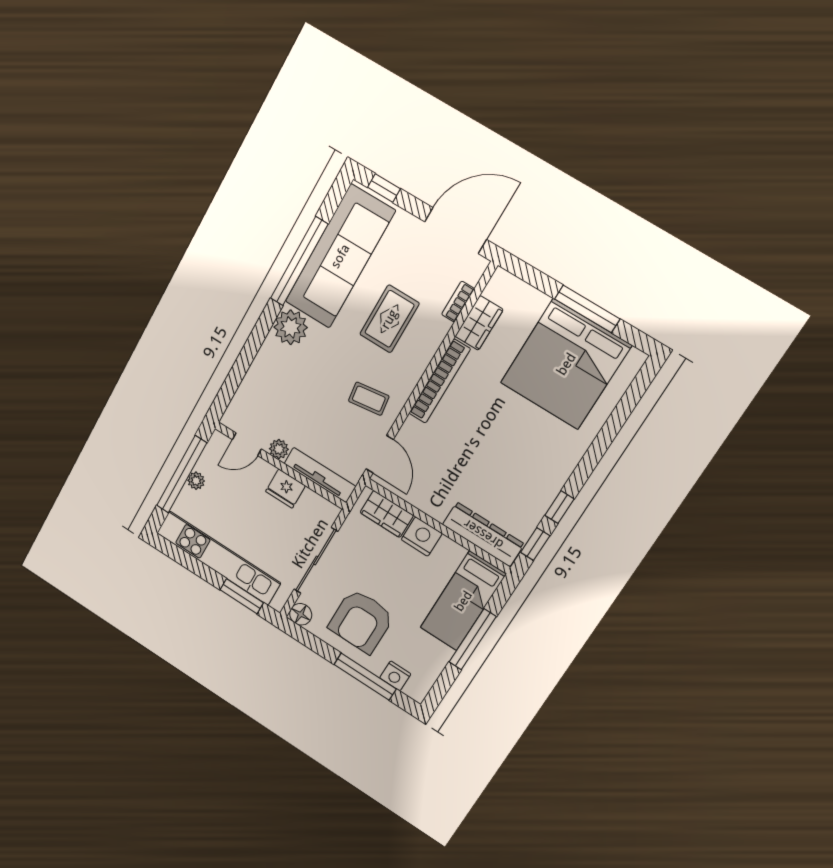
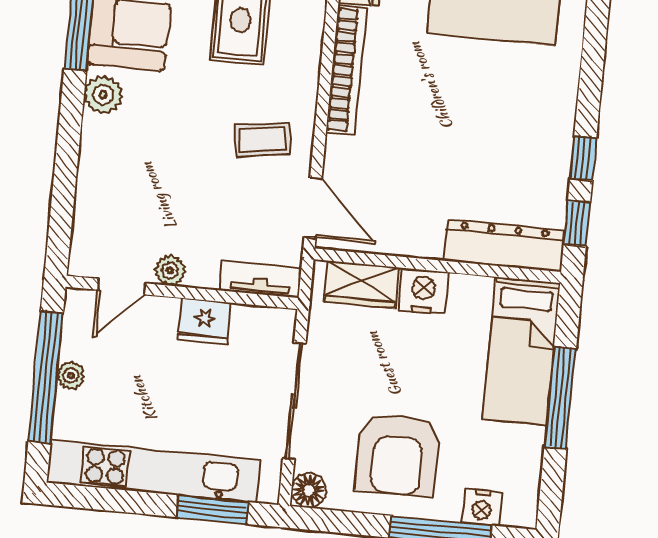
plant: (291, 327) -> (103, 95), width x0.73, depth x0.73
tv unit: (320, 475) -> (260, 279), width x0.71

